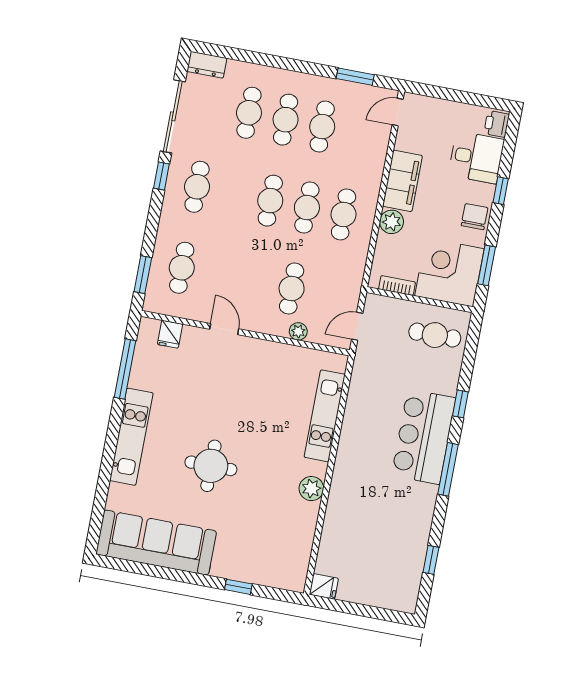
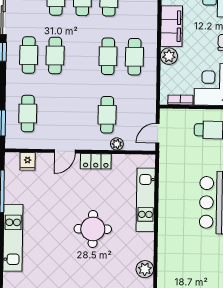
cafe table: (270, 201) -> (55, 55), moved
door: (224, 329) -> (65, 151), swing flipped
locker: (265, 350) -> (96, 161), added
round table: (211, 466) -> (93, 229), moved
plant: (311, 489) -> (145, 269), moved

